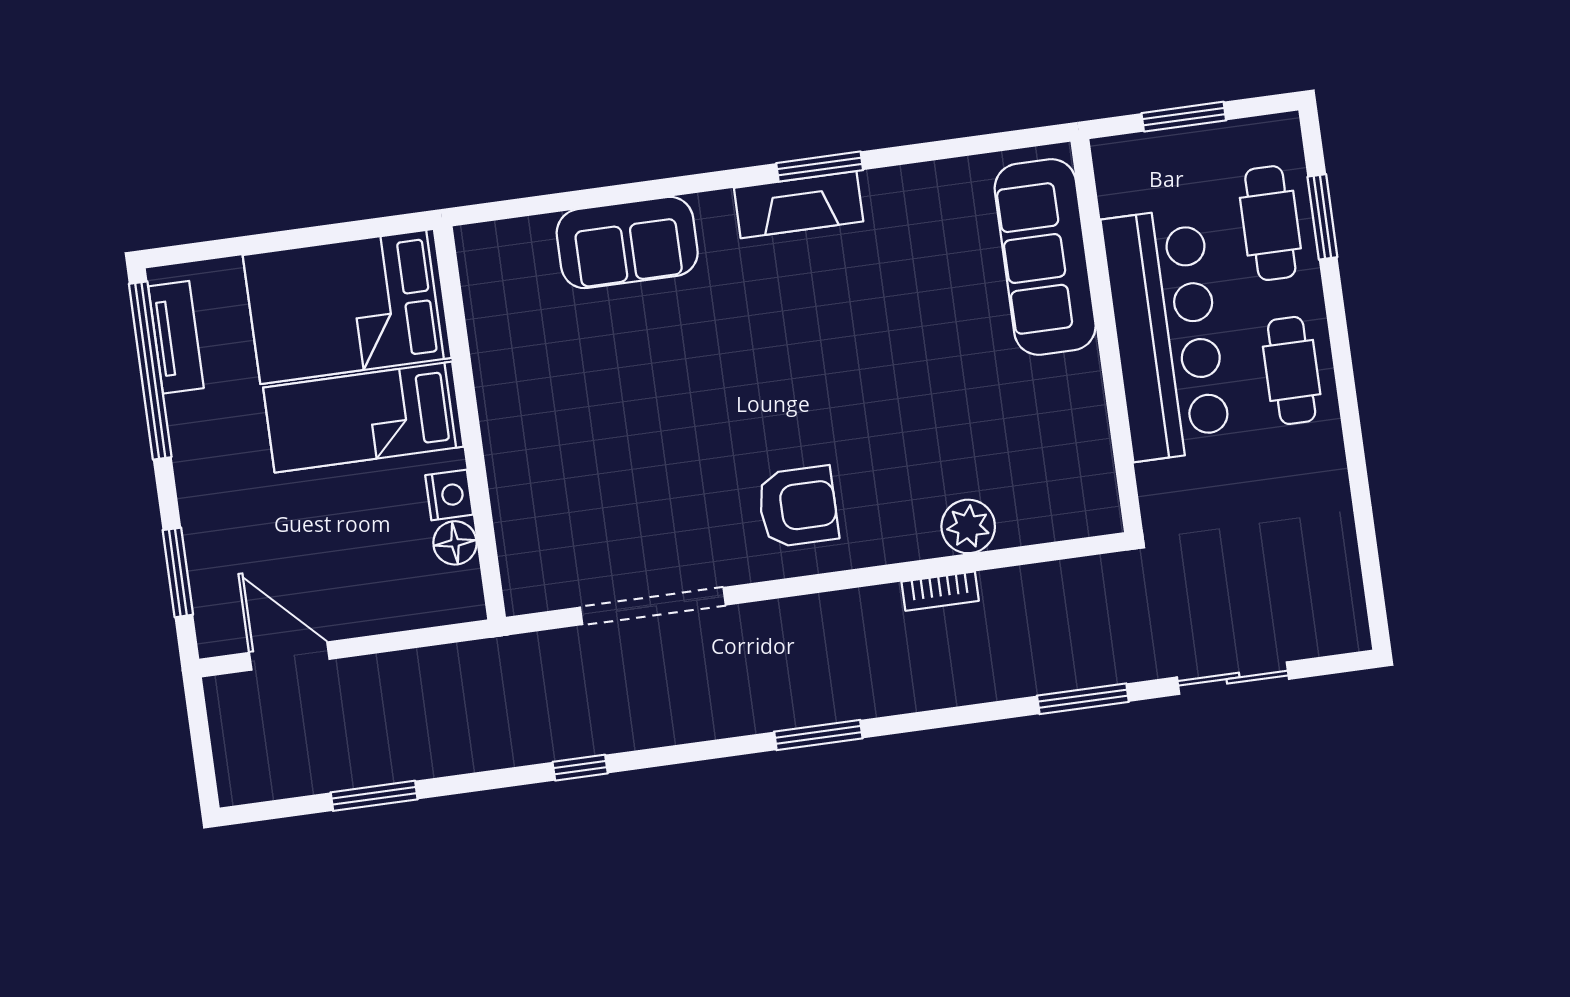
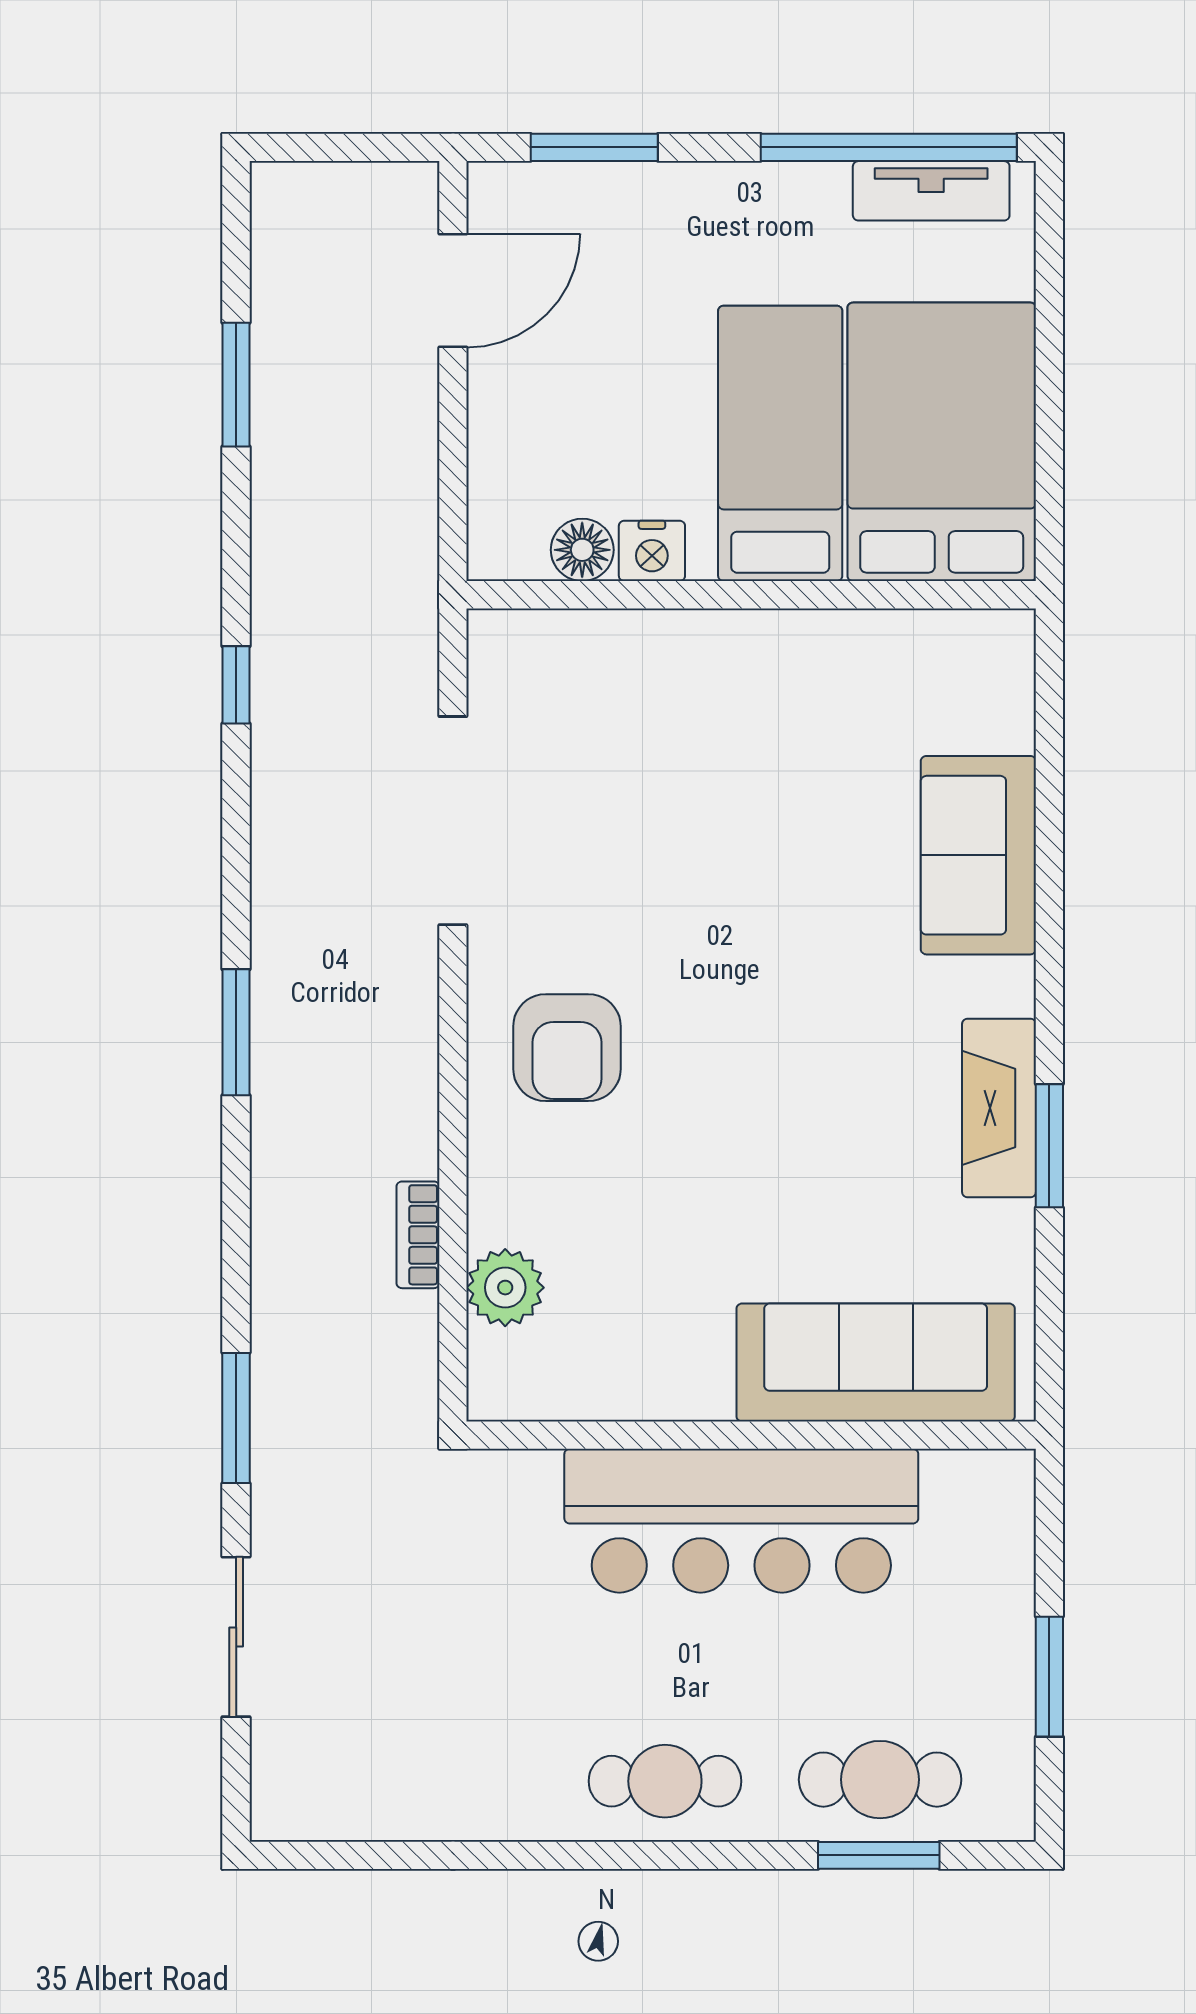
sofa: (1045, 257) -> (876, 1362), moved
bar counter: (1166, 334) -> (741, 1521), moved
wall: (1107, 336) -> (751, 1435), moved

